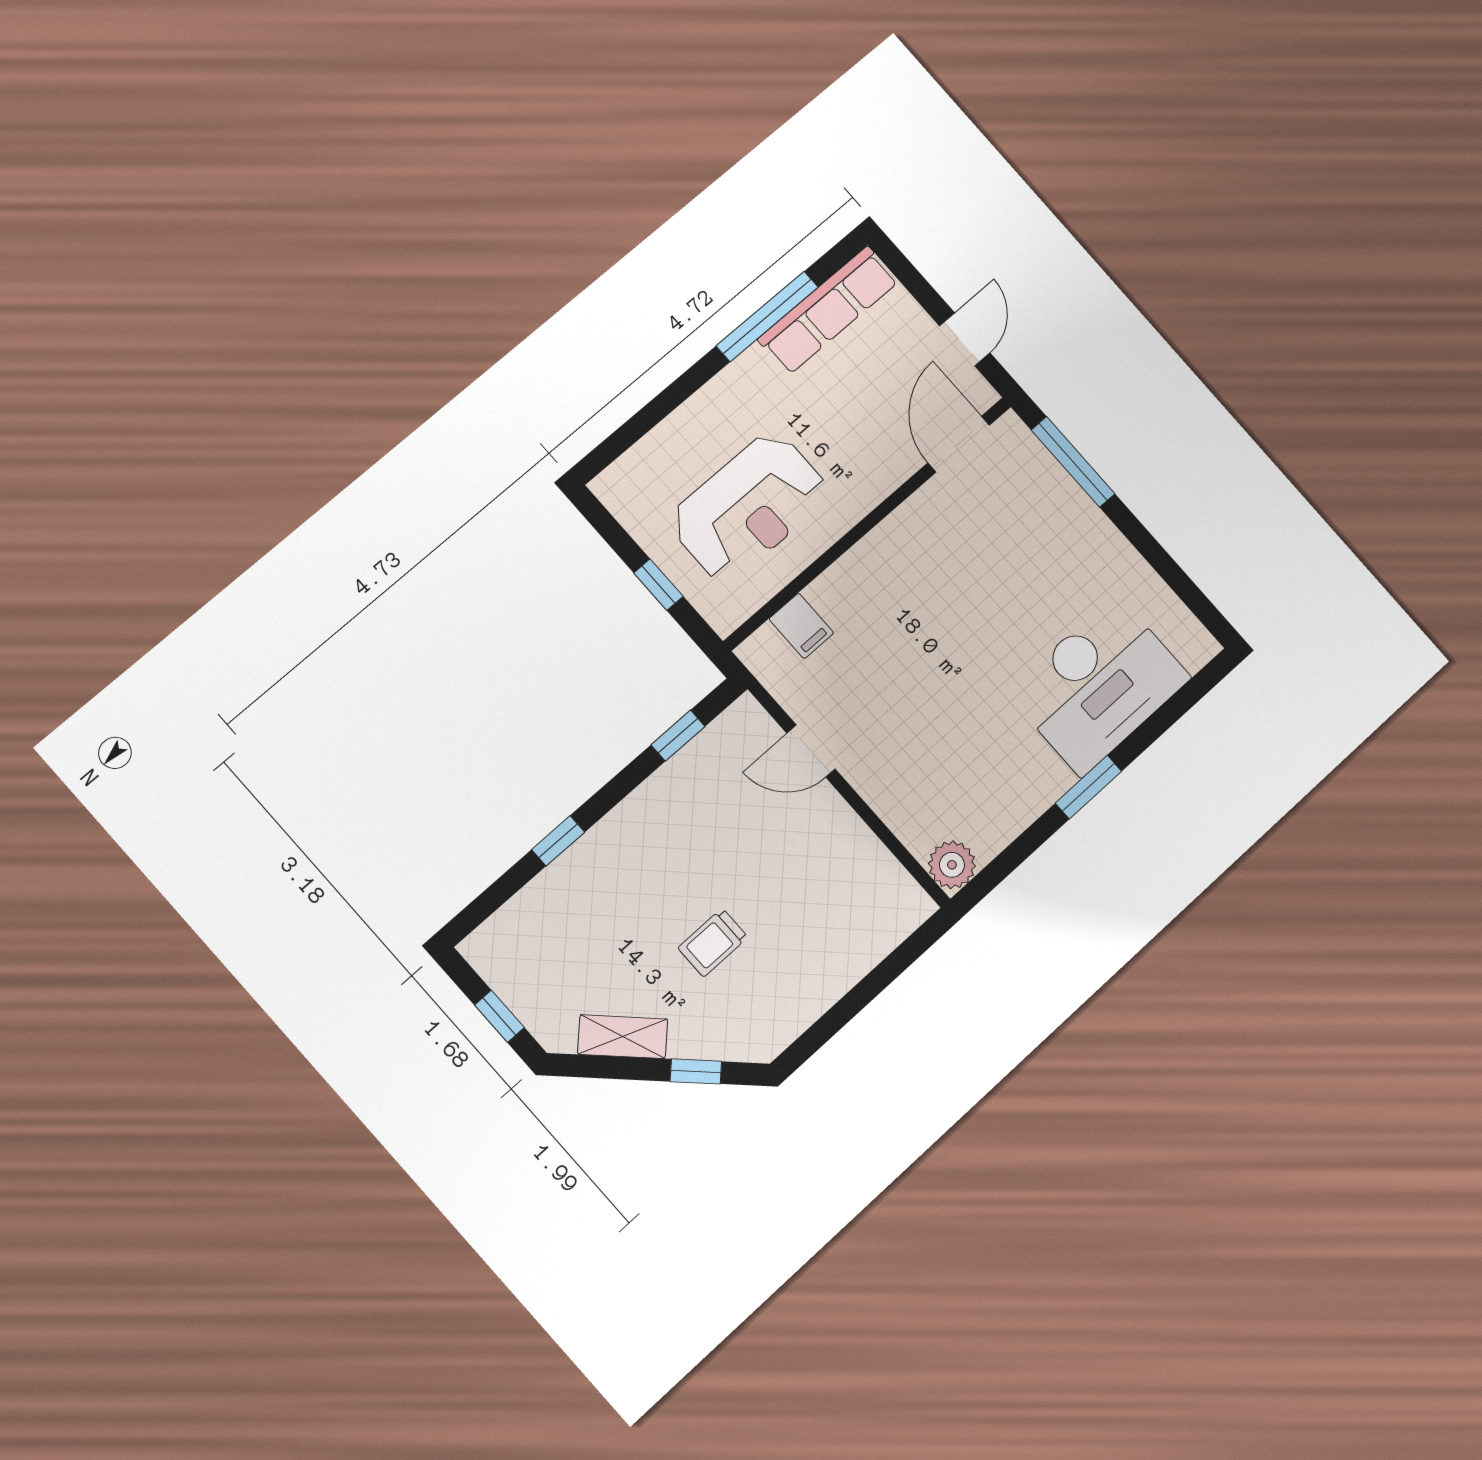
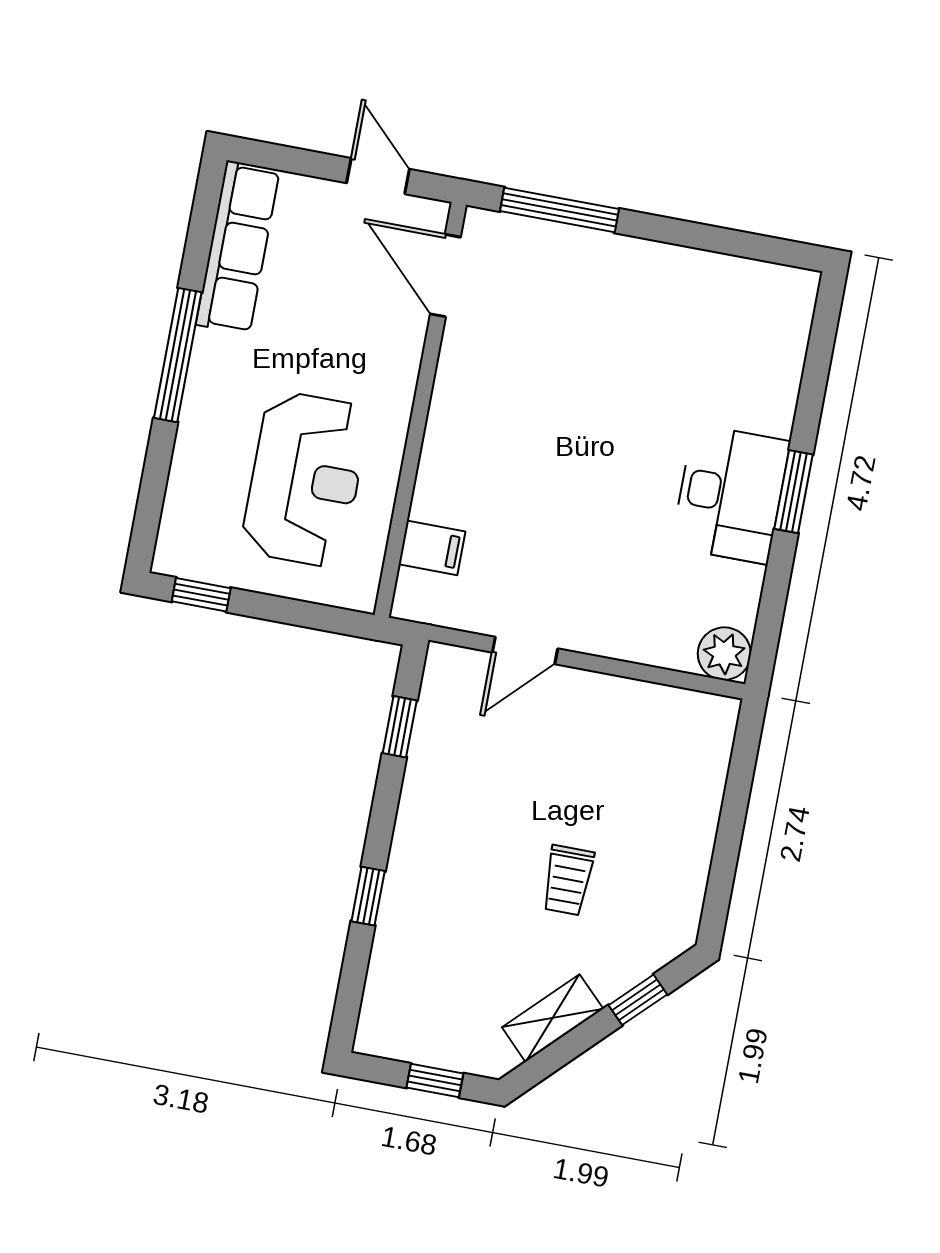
window: (767, 316) -> (178, 355), moved
window: (658, 585) -> (201, 595), moved
desk: (1099, 685) -> (731, 494), moved, width x0.73, depth x0.77

